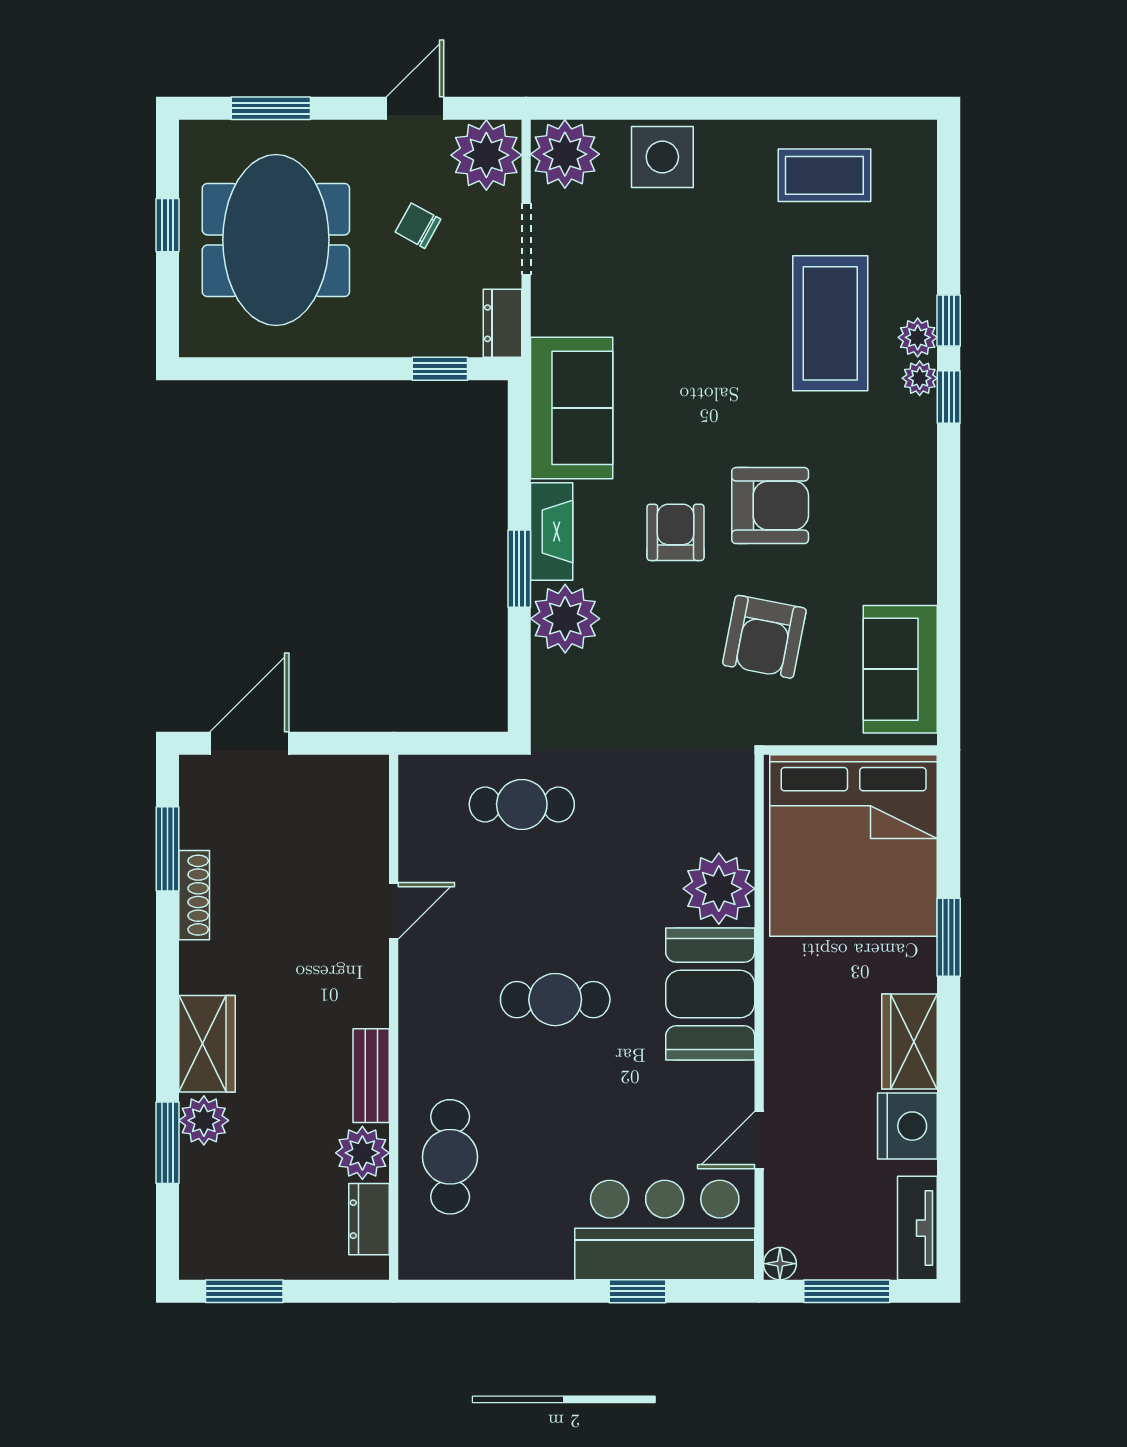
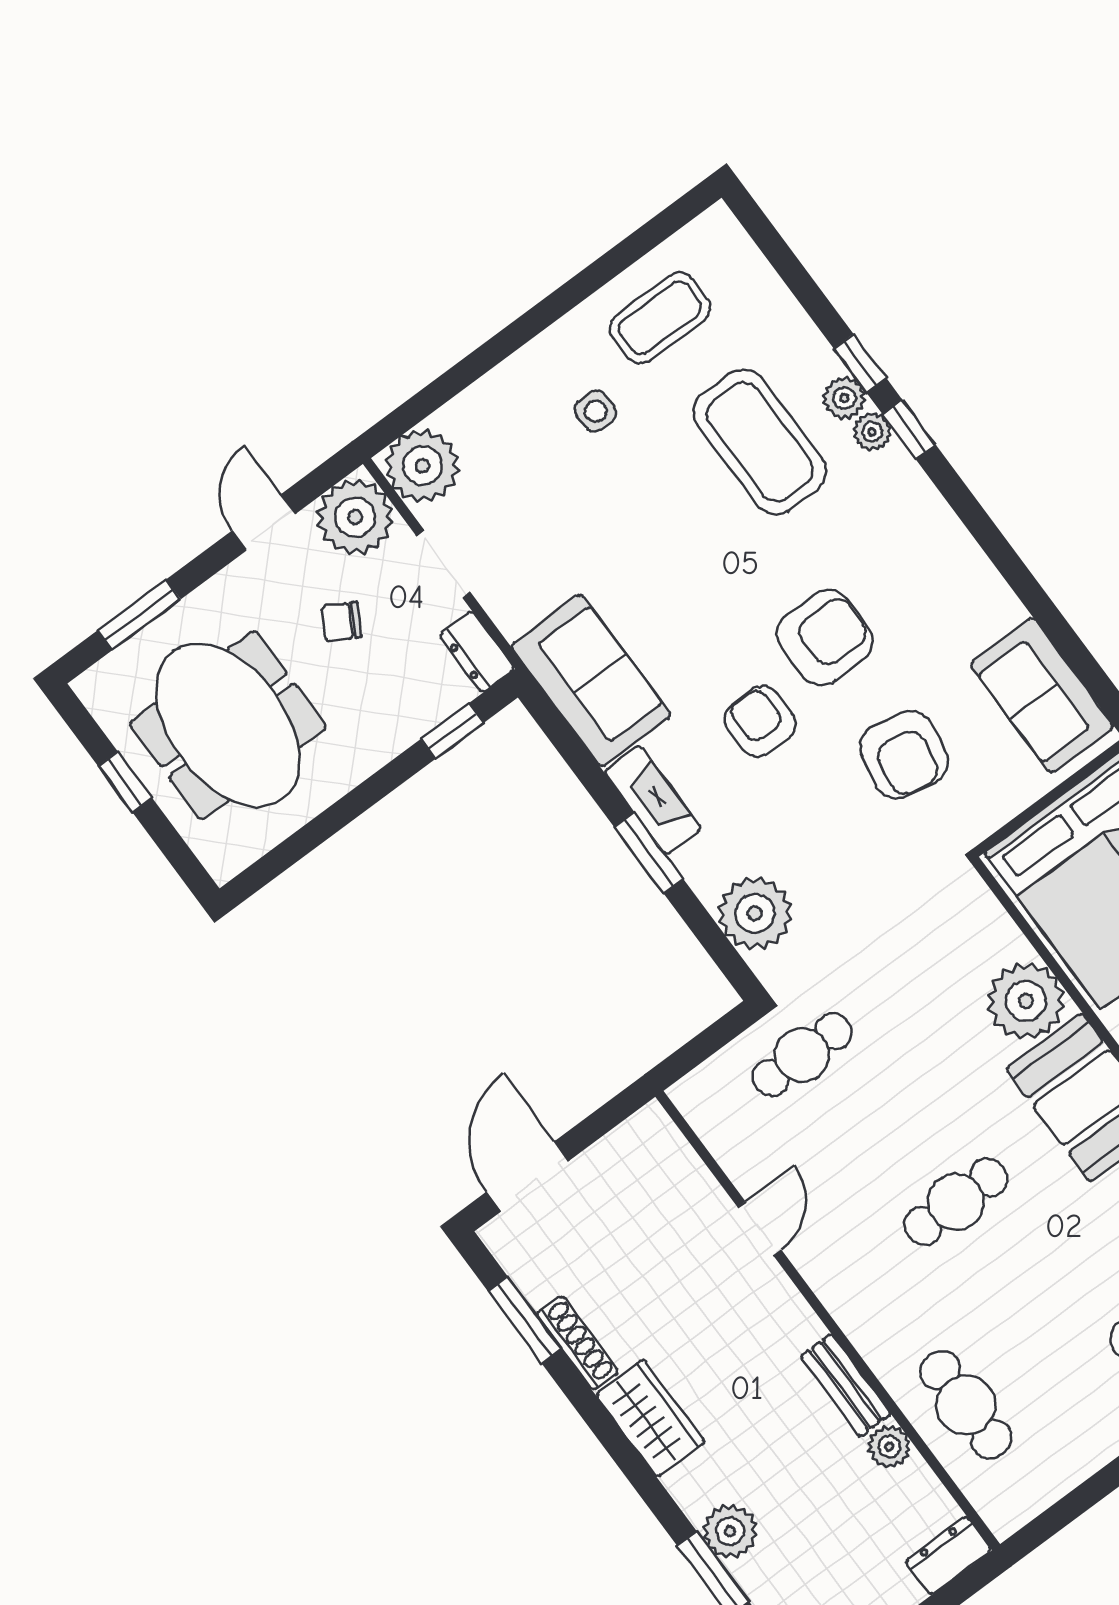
side table: (662, 157) -> (596, 411), moved, width x0.54, depth x0.54
plant: (565, 619) -> (755, 913), moved
wardrobe: (207, 1044) -> (650, 1418), moved
plant: (362, 1153) -> (889, 1447), width x0.73, depth x0.73
dresser: (369, 1219) -> (948, 1556), moved, turned 90

